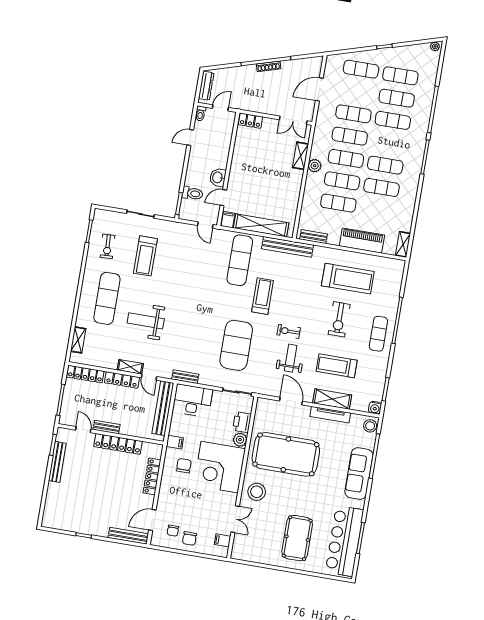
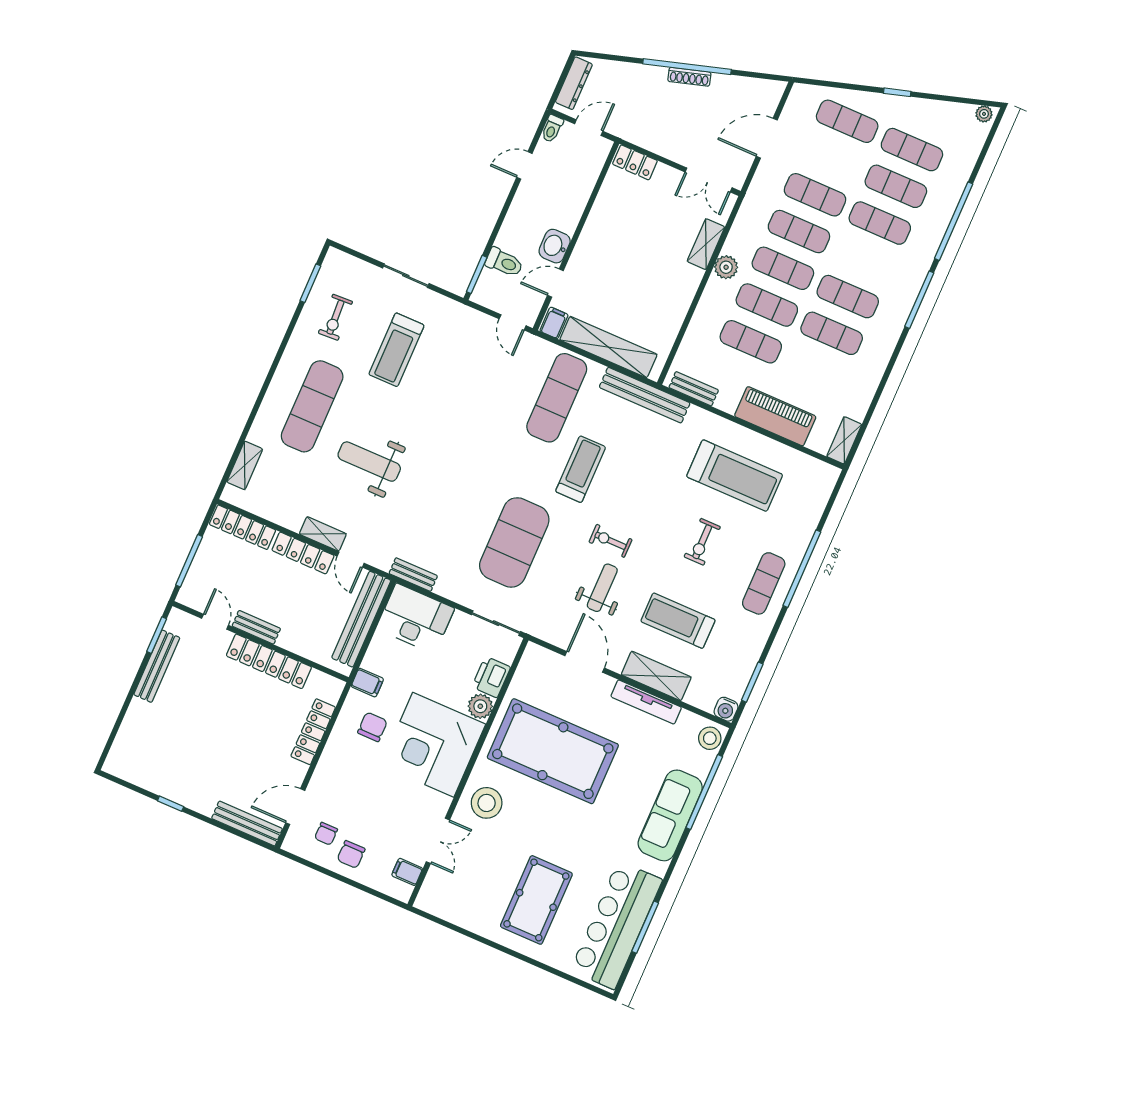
exercise bike: (339, 319) -> (702, 542), width x0.73, depth x0.72

